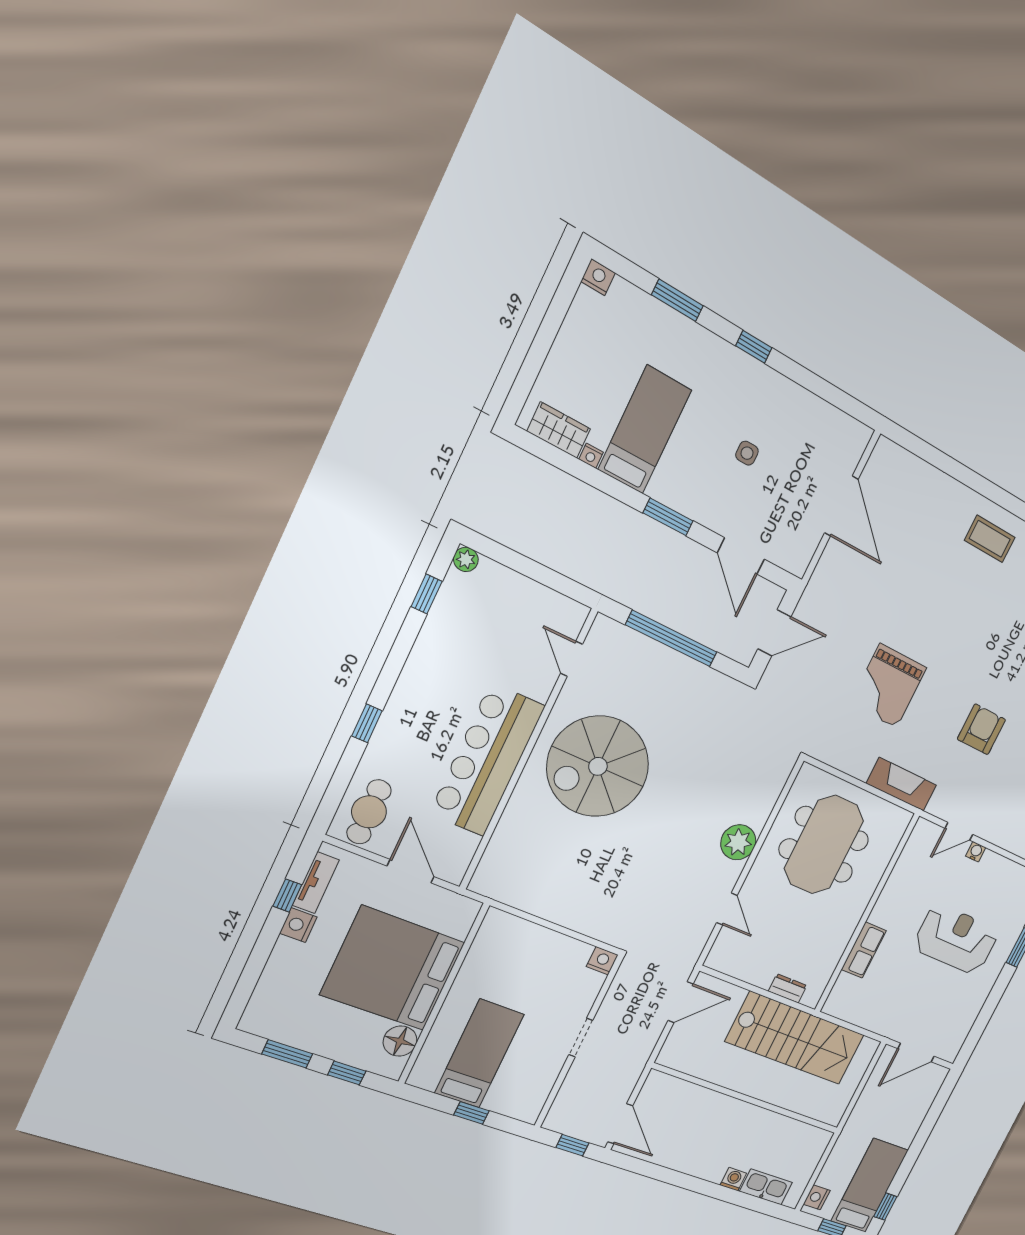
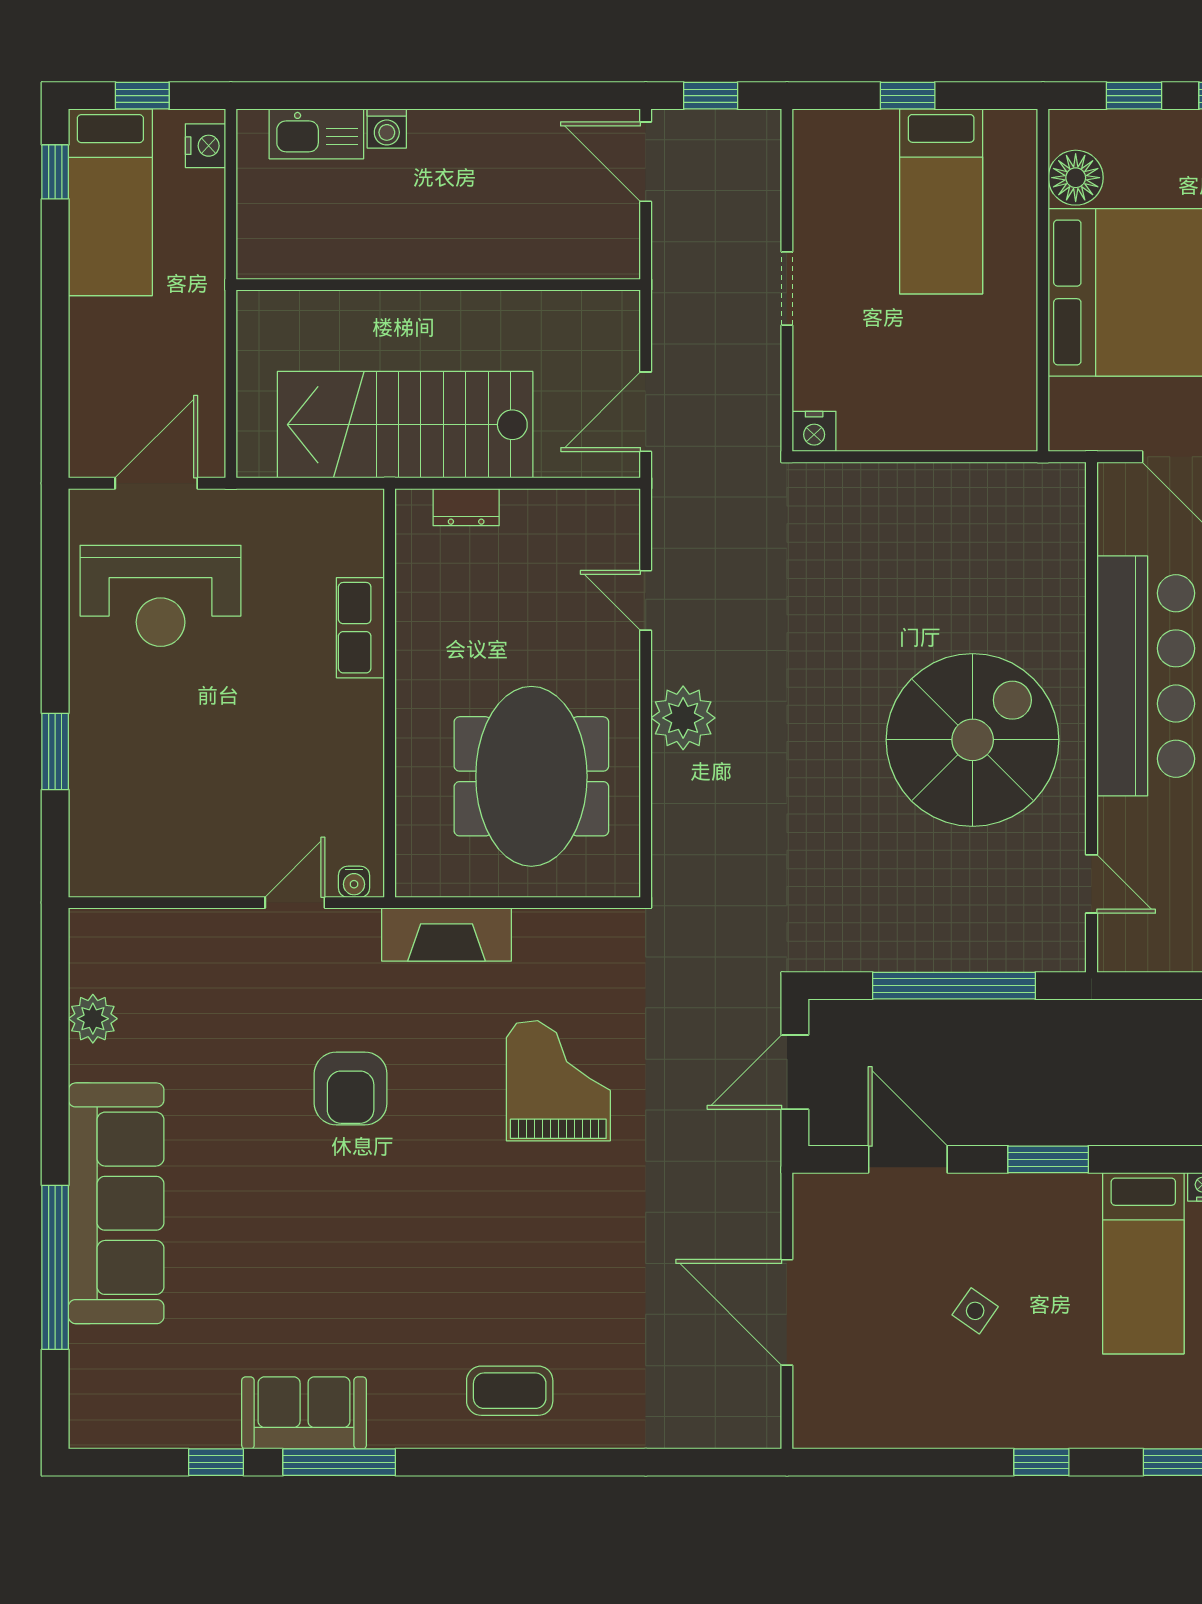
side table: (747, 453) -> (975, 1311), turned 35
water cooler: (976, 852) -> (354, 882), moved
reception desk: (956, 939) -> (161, 596), moved

